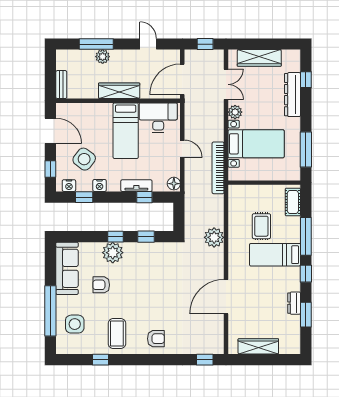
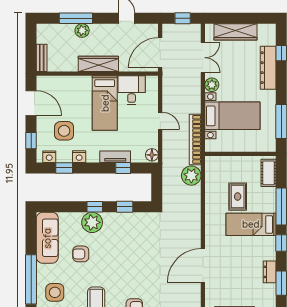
desk: (158, 118) -> (132, 90), width x0.73
side table: (84, 159) -> (64, 131), turned -37
plant: (214, 237) -> (191, 176), moved

